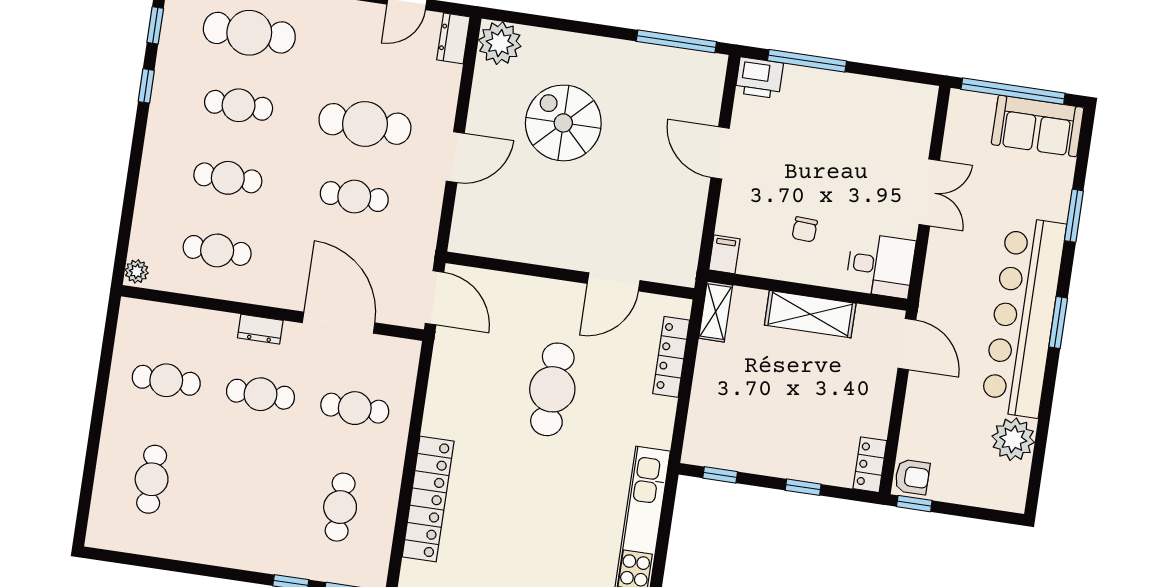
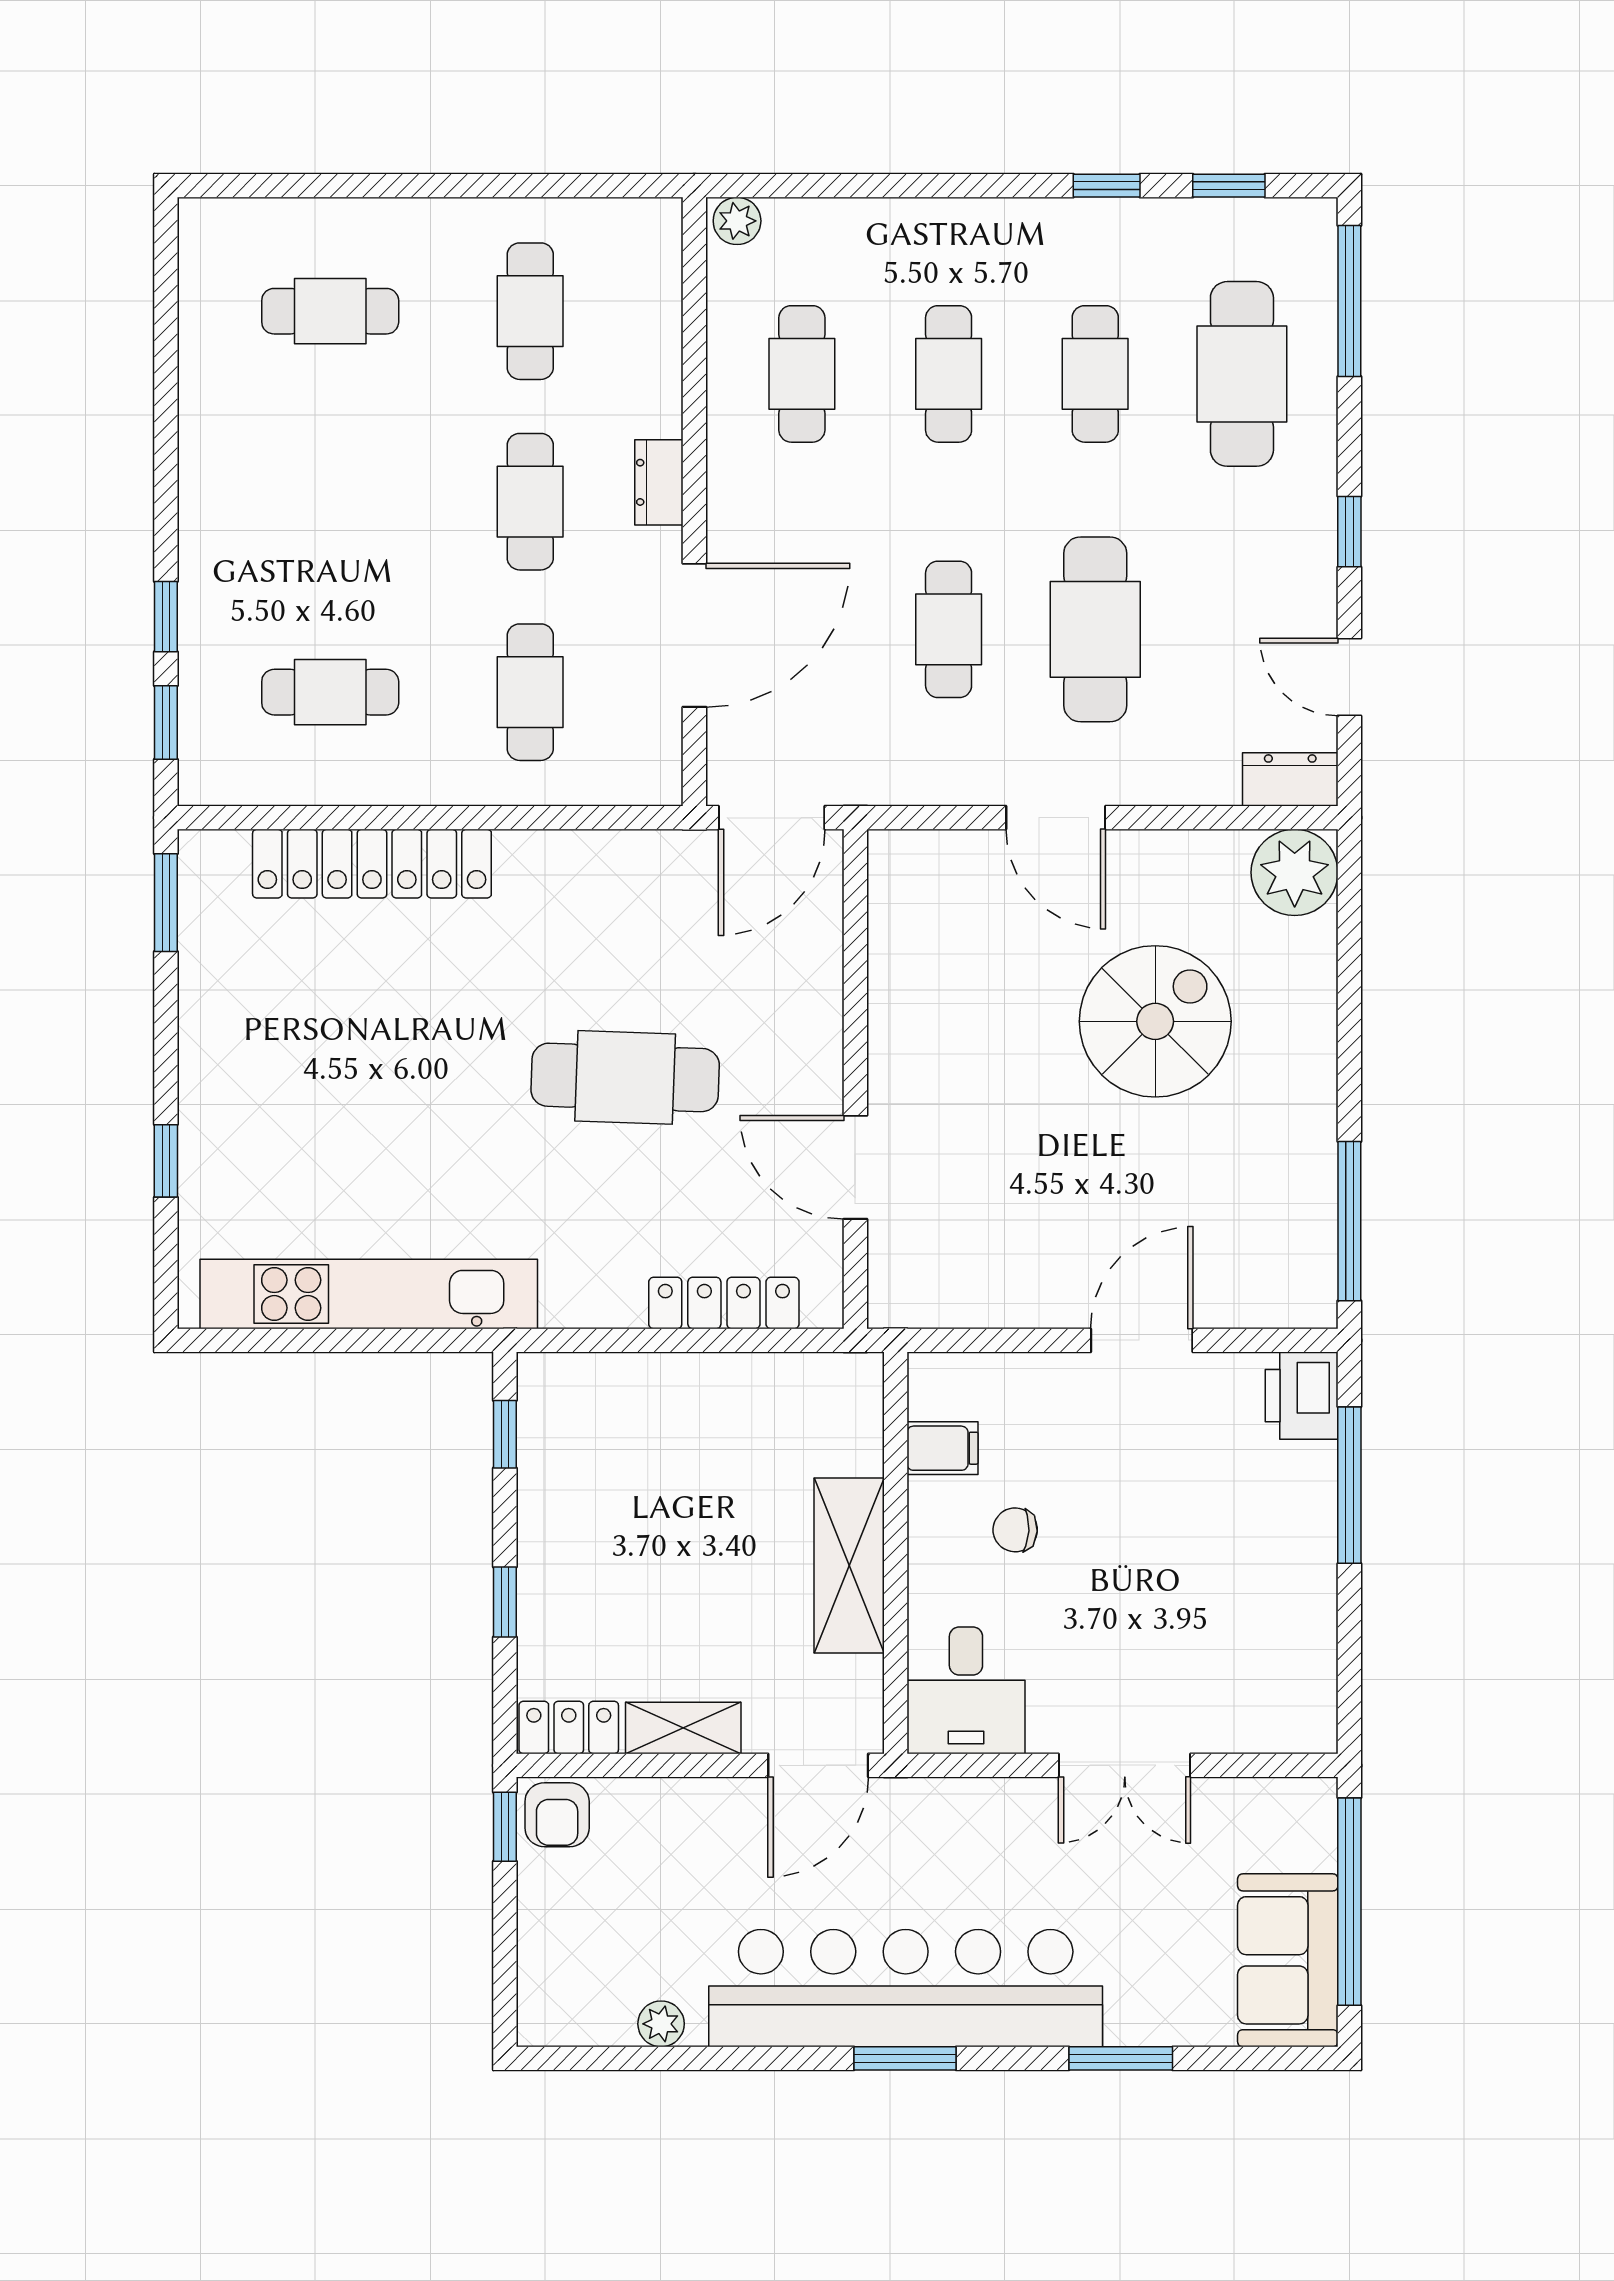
filing cabinet: (724, 254) -> (942, 1448), moved
shelving: (716, 312) -> (683, 1728), moved
plant: (1013, 439) -> (661, 2024), width x0.53, depth x0.53

